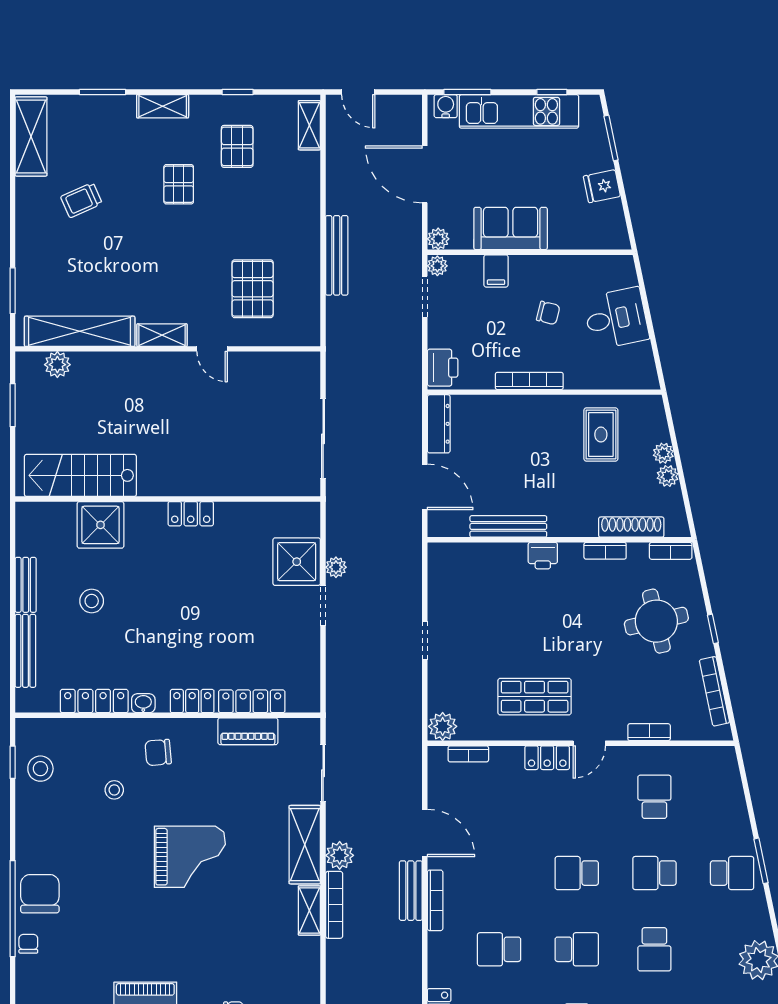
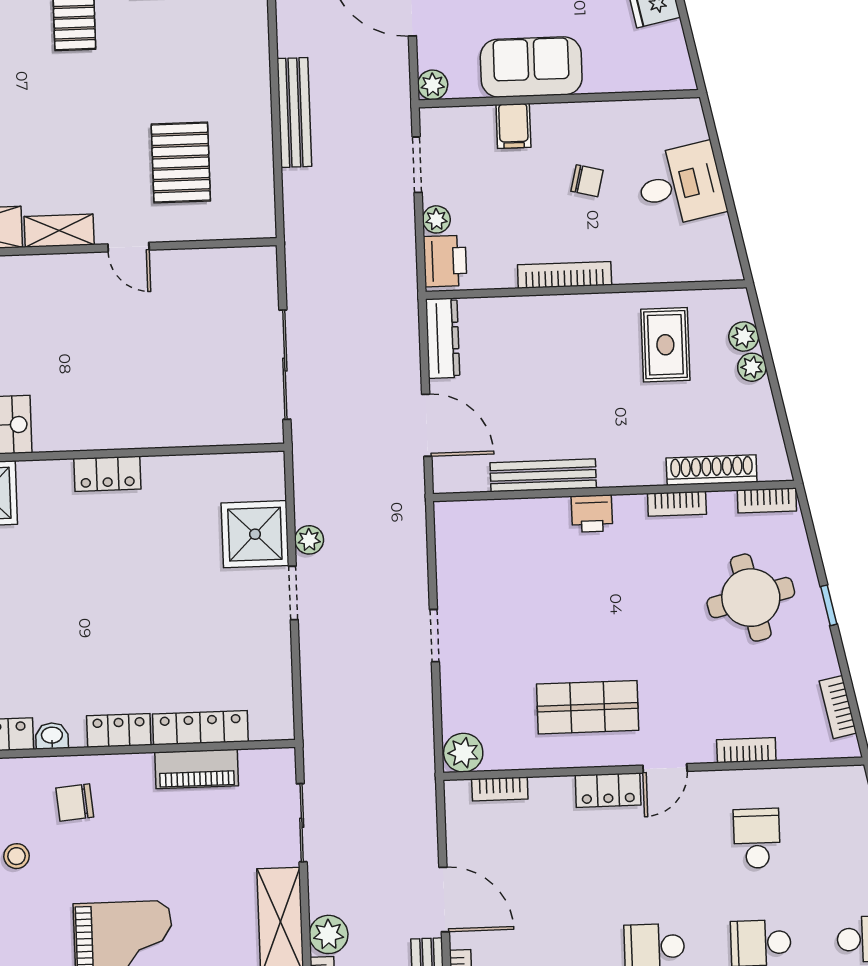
plant: (437, 266) -> (436, 219), moved
plant: (668, 476) -> (744, 336), moved
bookcase: (714, 691) -> (838, 707), width x0.64

